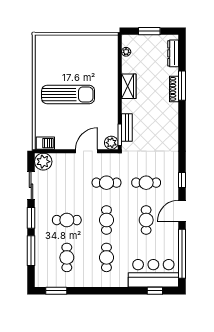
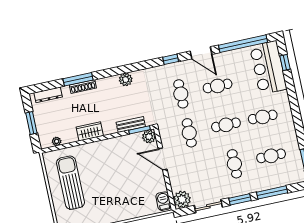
sun lounger: (68, 95) -> (71, 183), moved
plant: (172, 132) -> (126, 80), added

